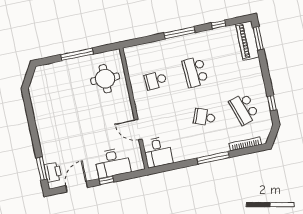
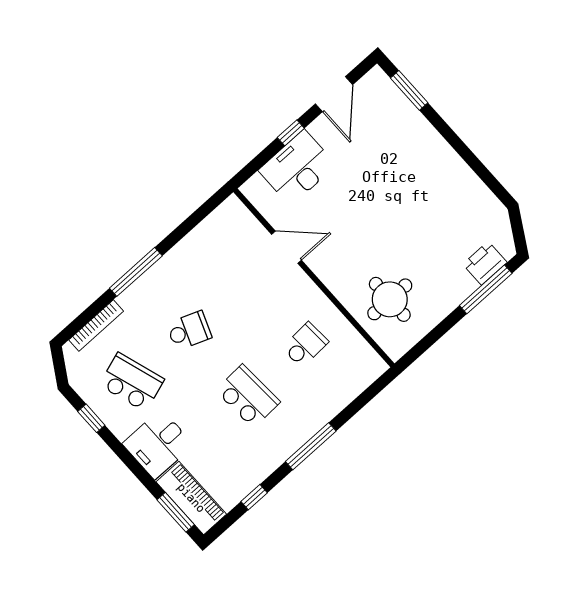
window: (77, 54) -> (486, 289), moved
desk: (158, 152) -> (158, 444), moved, turned -90
printer: (53, 172) -> (485, 263), moved, turned 90

